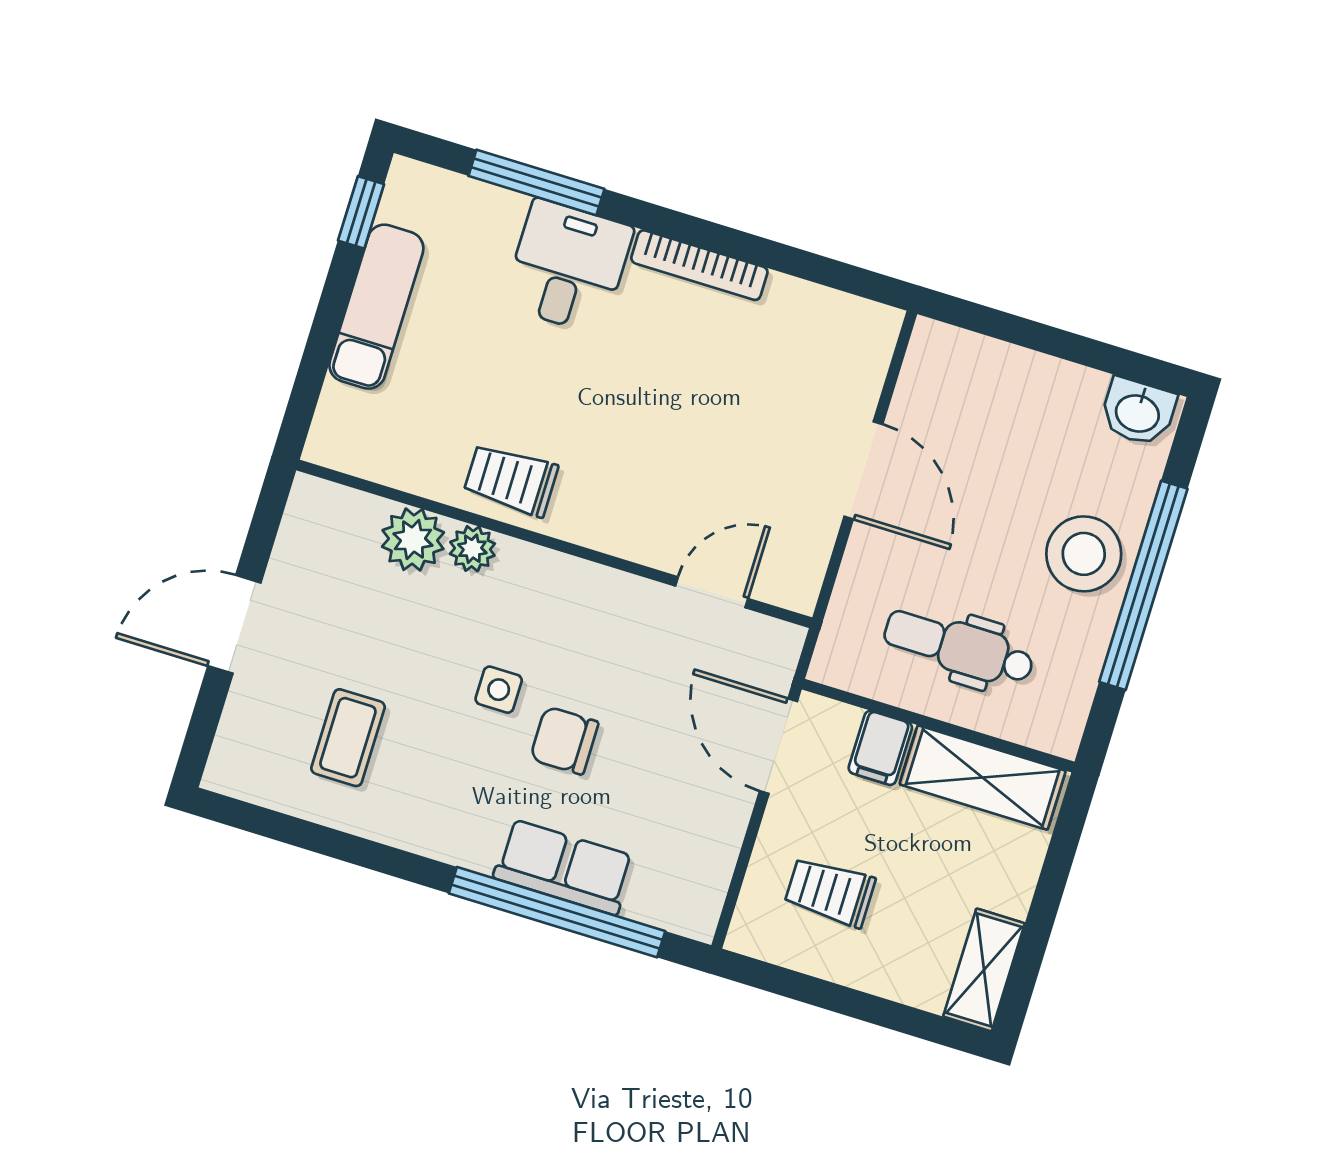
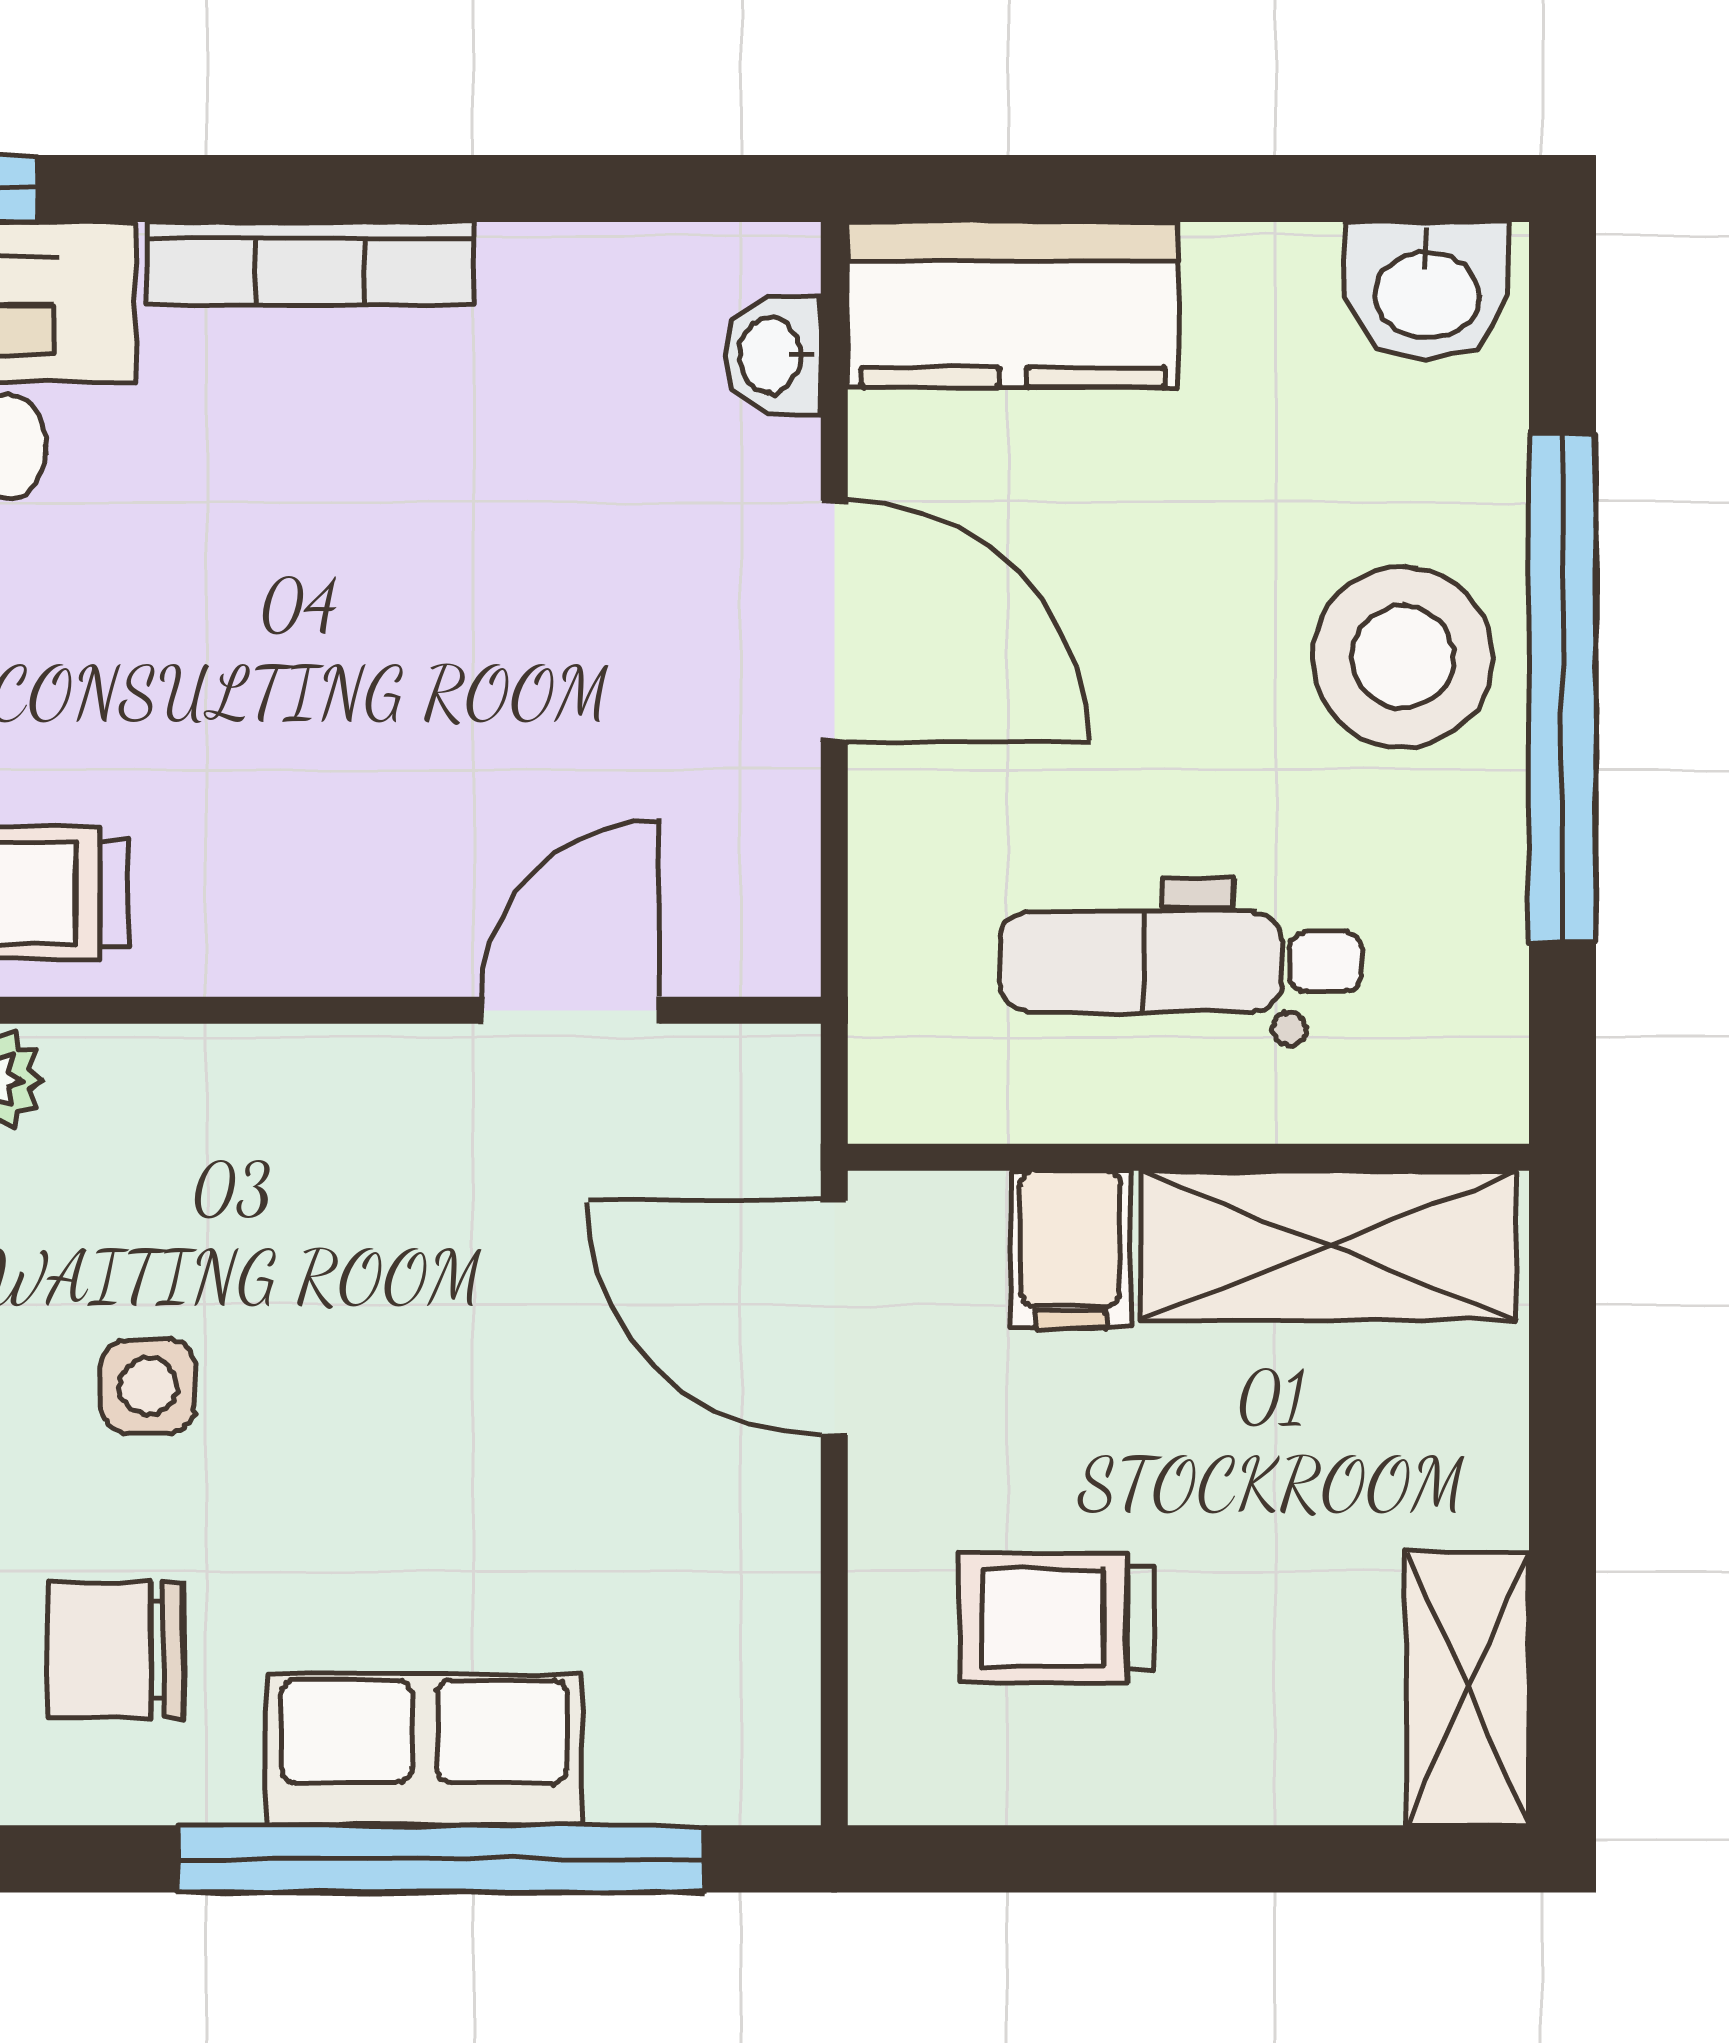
washbasin: (871, 358) -> (773, 355), added
kitchen counter: (973, 367) -> (1013, 305), added
chair: (564, 741) -> (116, 1650), moved

